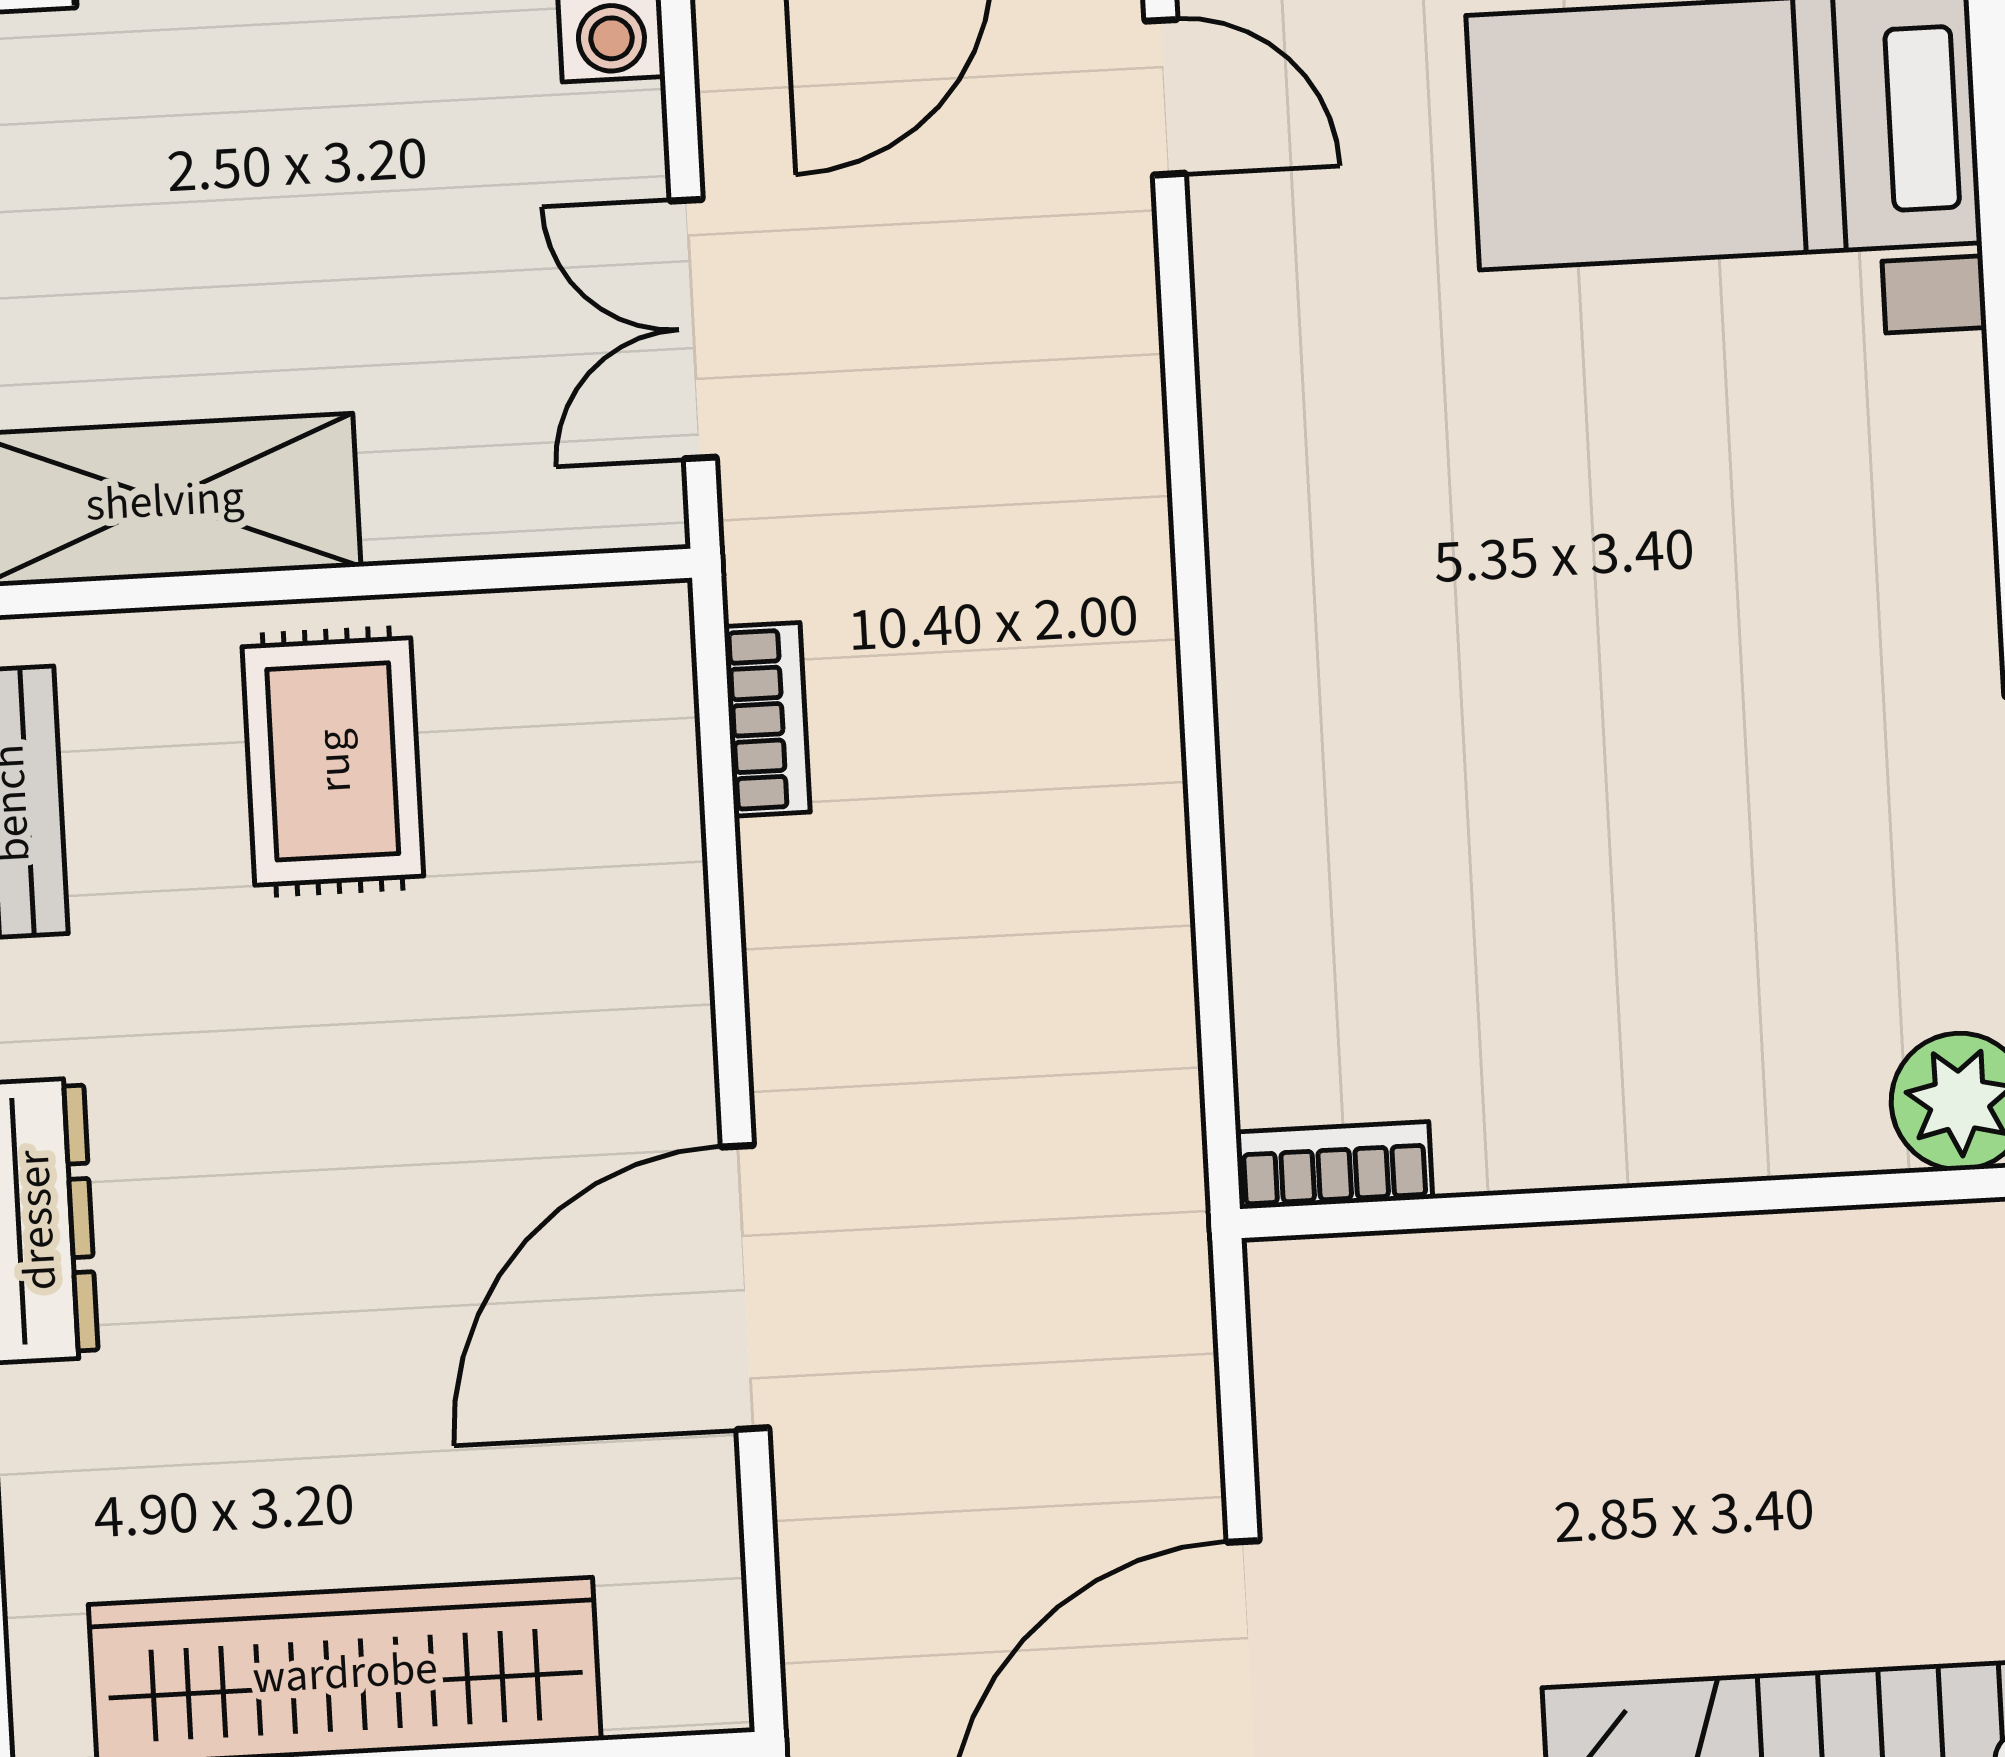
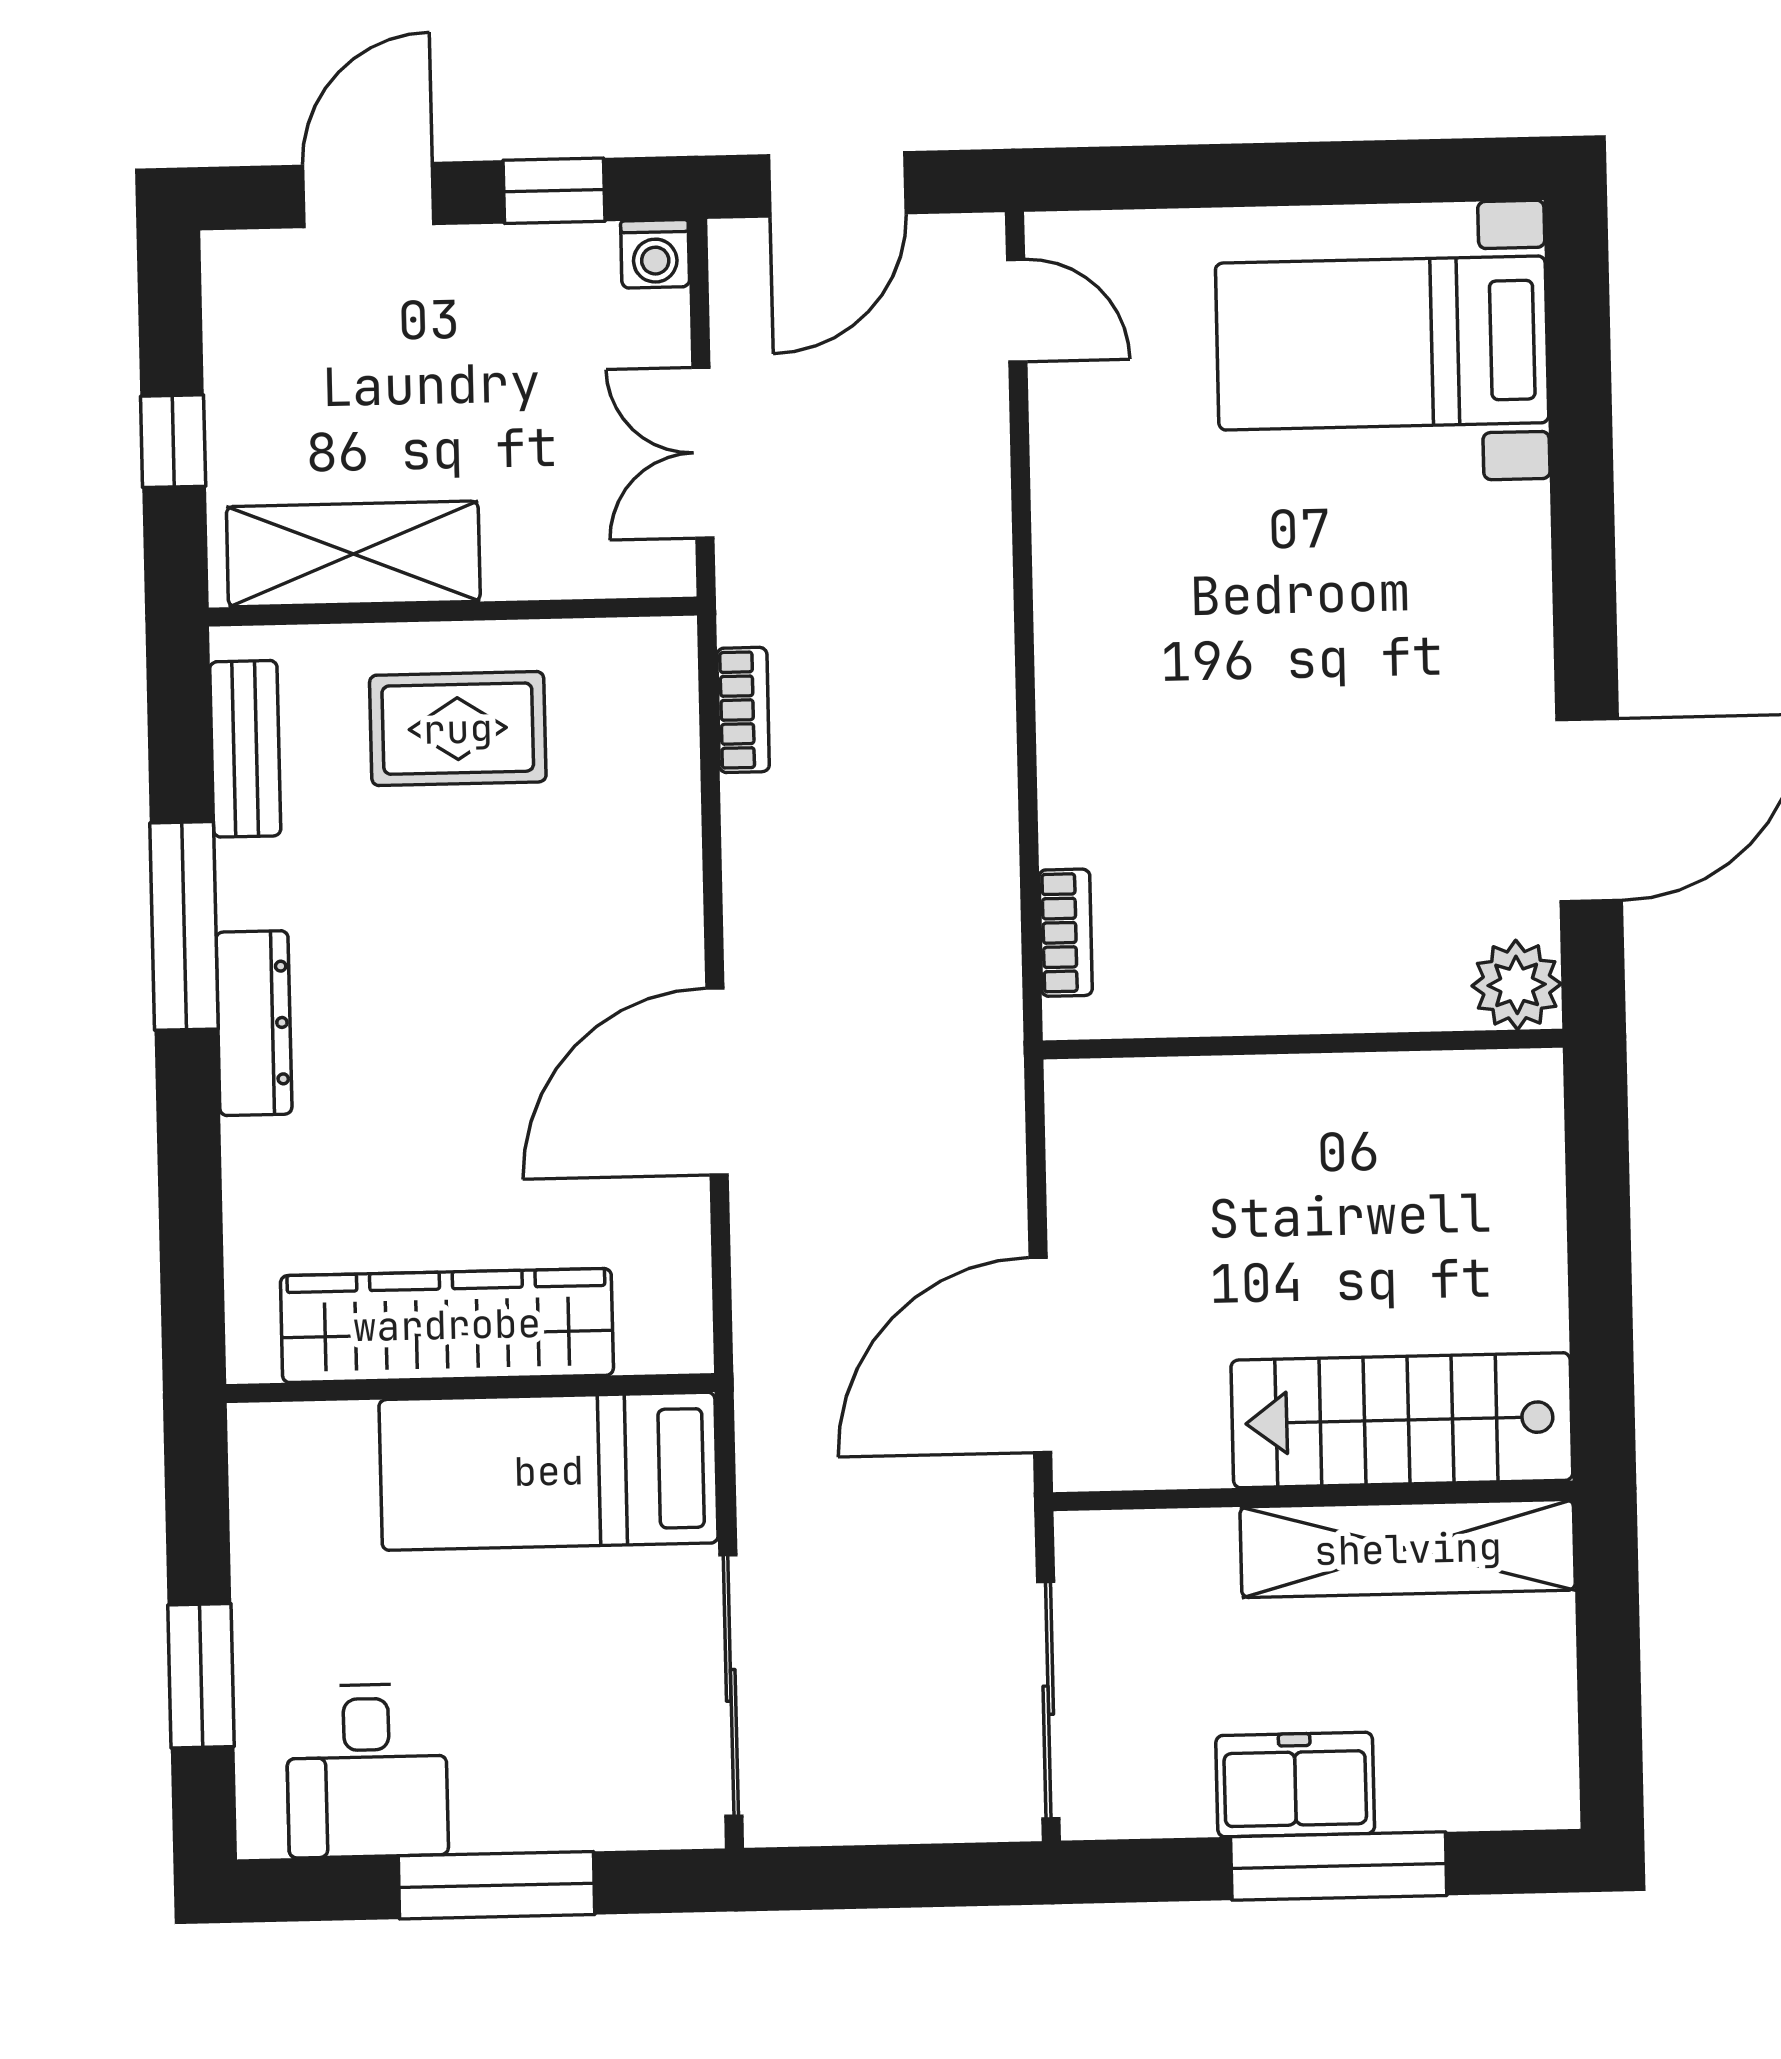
rug: (333, 761) -> (458, 729), turned 90
bookcase: (1334, 1165) -> (1066, 933), moved, turned 90

